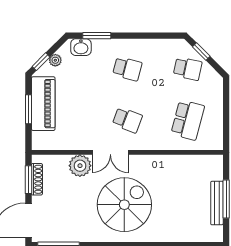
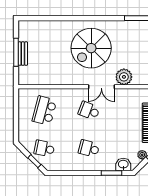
double door: (110, 152) -> (101, 87), swing flipped
bench: (217, 203) -> (23, 54), width x0.73

